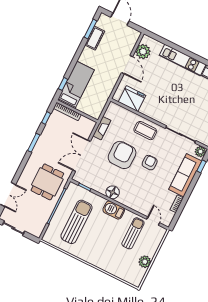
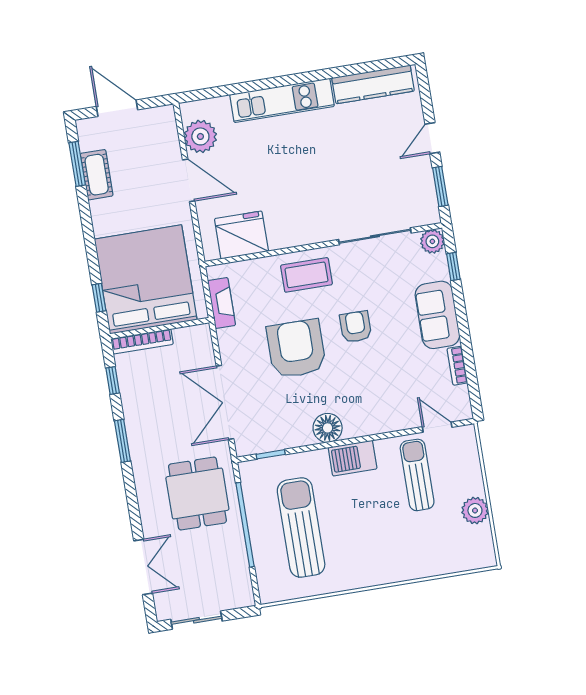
bed: (76, 85) -> (146, 279), width x2.04
fireplace: (102, 128) -> (222, 303), moved
sofa: (185, 175) -> (437, 315), width x0.73

